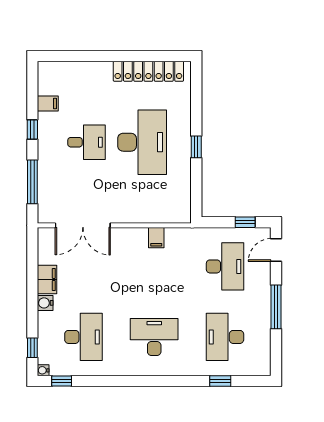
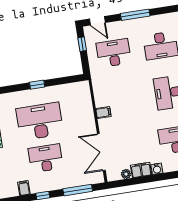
desk: (87, 142) -> (46, 158), width x1.37
double door: (83, 225) -> (101, 152), swing flipped
filing cabinet: (156, 238) -> (103, 112), moved
plant: (45, 256) -> (126, 174), added

